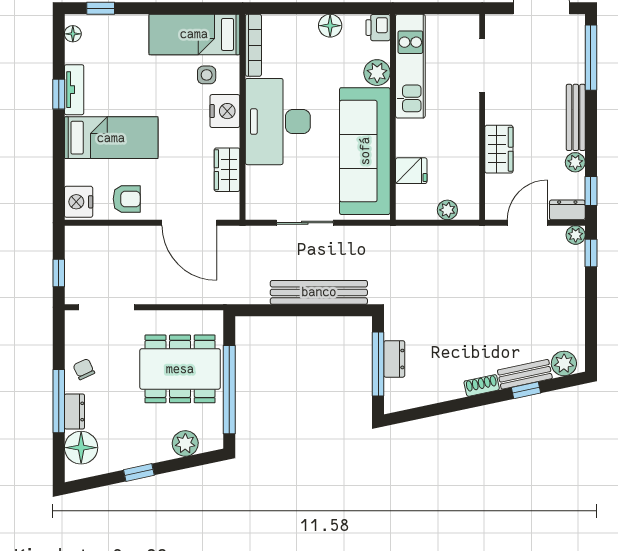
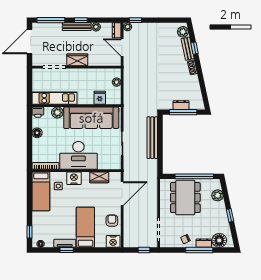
wardrobe: (499, 149) -> (77, 60), moved
window: (591, 191) -> (81, 20), moved

